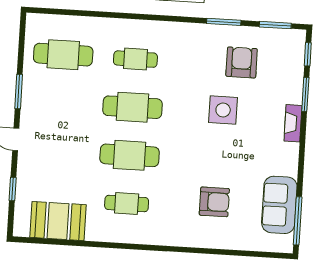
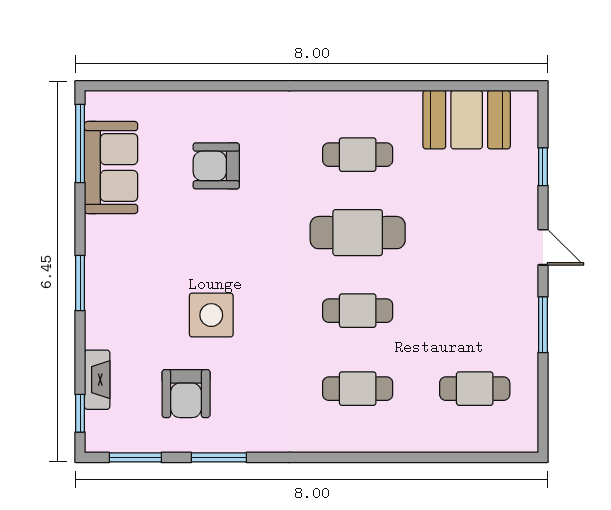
cafe table: (63, 55) -> (475, 389), width x0.73, depth x0.74
window: (305, 95) -> (80, 283), moved
cafe table: (132, 107) -> (358, 311), width x0.73, depth x0.74
fireplace: (293, 123) -> (97, 380), moved

